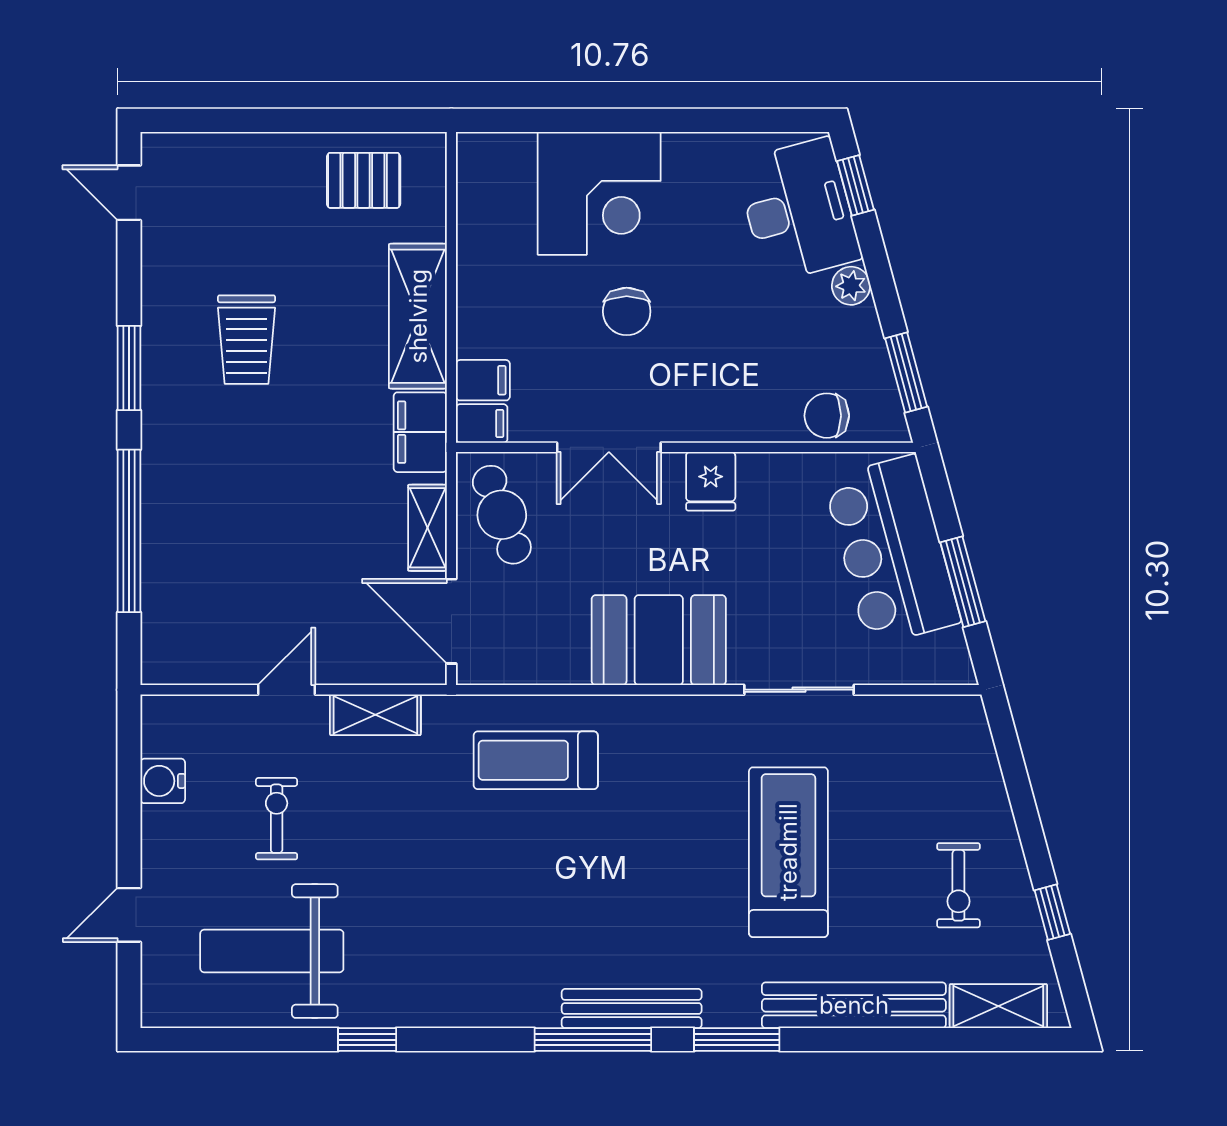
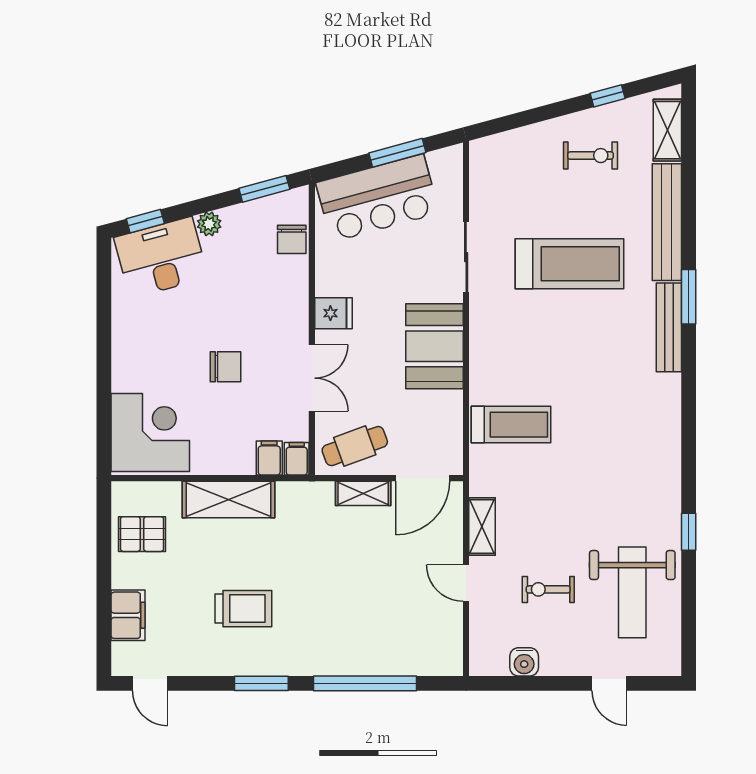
pallet: (364, 180) -> (142, 534), turned 90
door: (129, 193) -> (150, 683), hinge flipped
corner desk: (599, 193) -> (150, 432), moved
filing cabinet: (420, 432) -> (128, 615), moved, turned -90
treadmill: (536, 760) -> (511, 425), turned -90
treadmill: (788, 852) -> (569, 264), turned 180
bench: (632, 1009) -> (669, 327), moved
window: (593, 1040) -> (689, 388), removed

